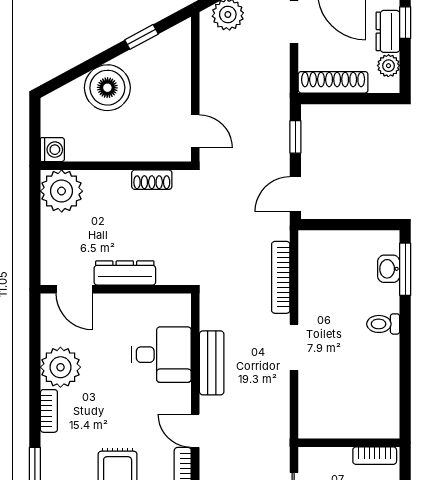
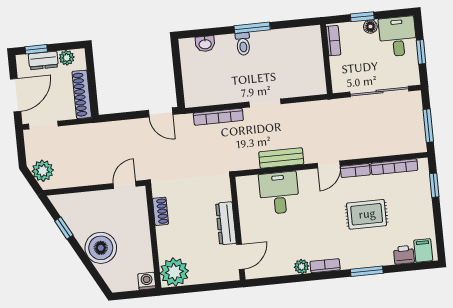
window: (295, 137) -> (121, 116), removed
window: (405, 269) -> (252, 28), moved
plant: (60, 367) -> (302, 267), width x0.53, depth x0.53

